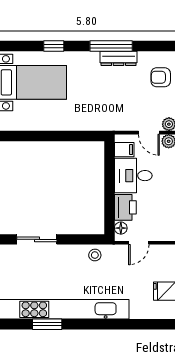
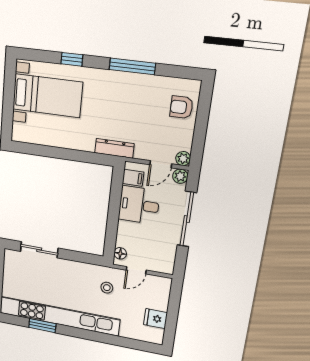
dresser: (119, 58) -> (114, 148), moved, turned 180
door: (149, 133) -> (161, 164), hinge flipped
printer: (125, 207) -> (127, 235), removed
stool: (95, 255) -> (107, 288), moved

